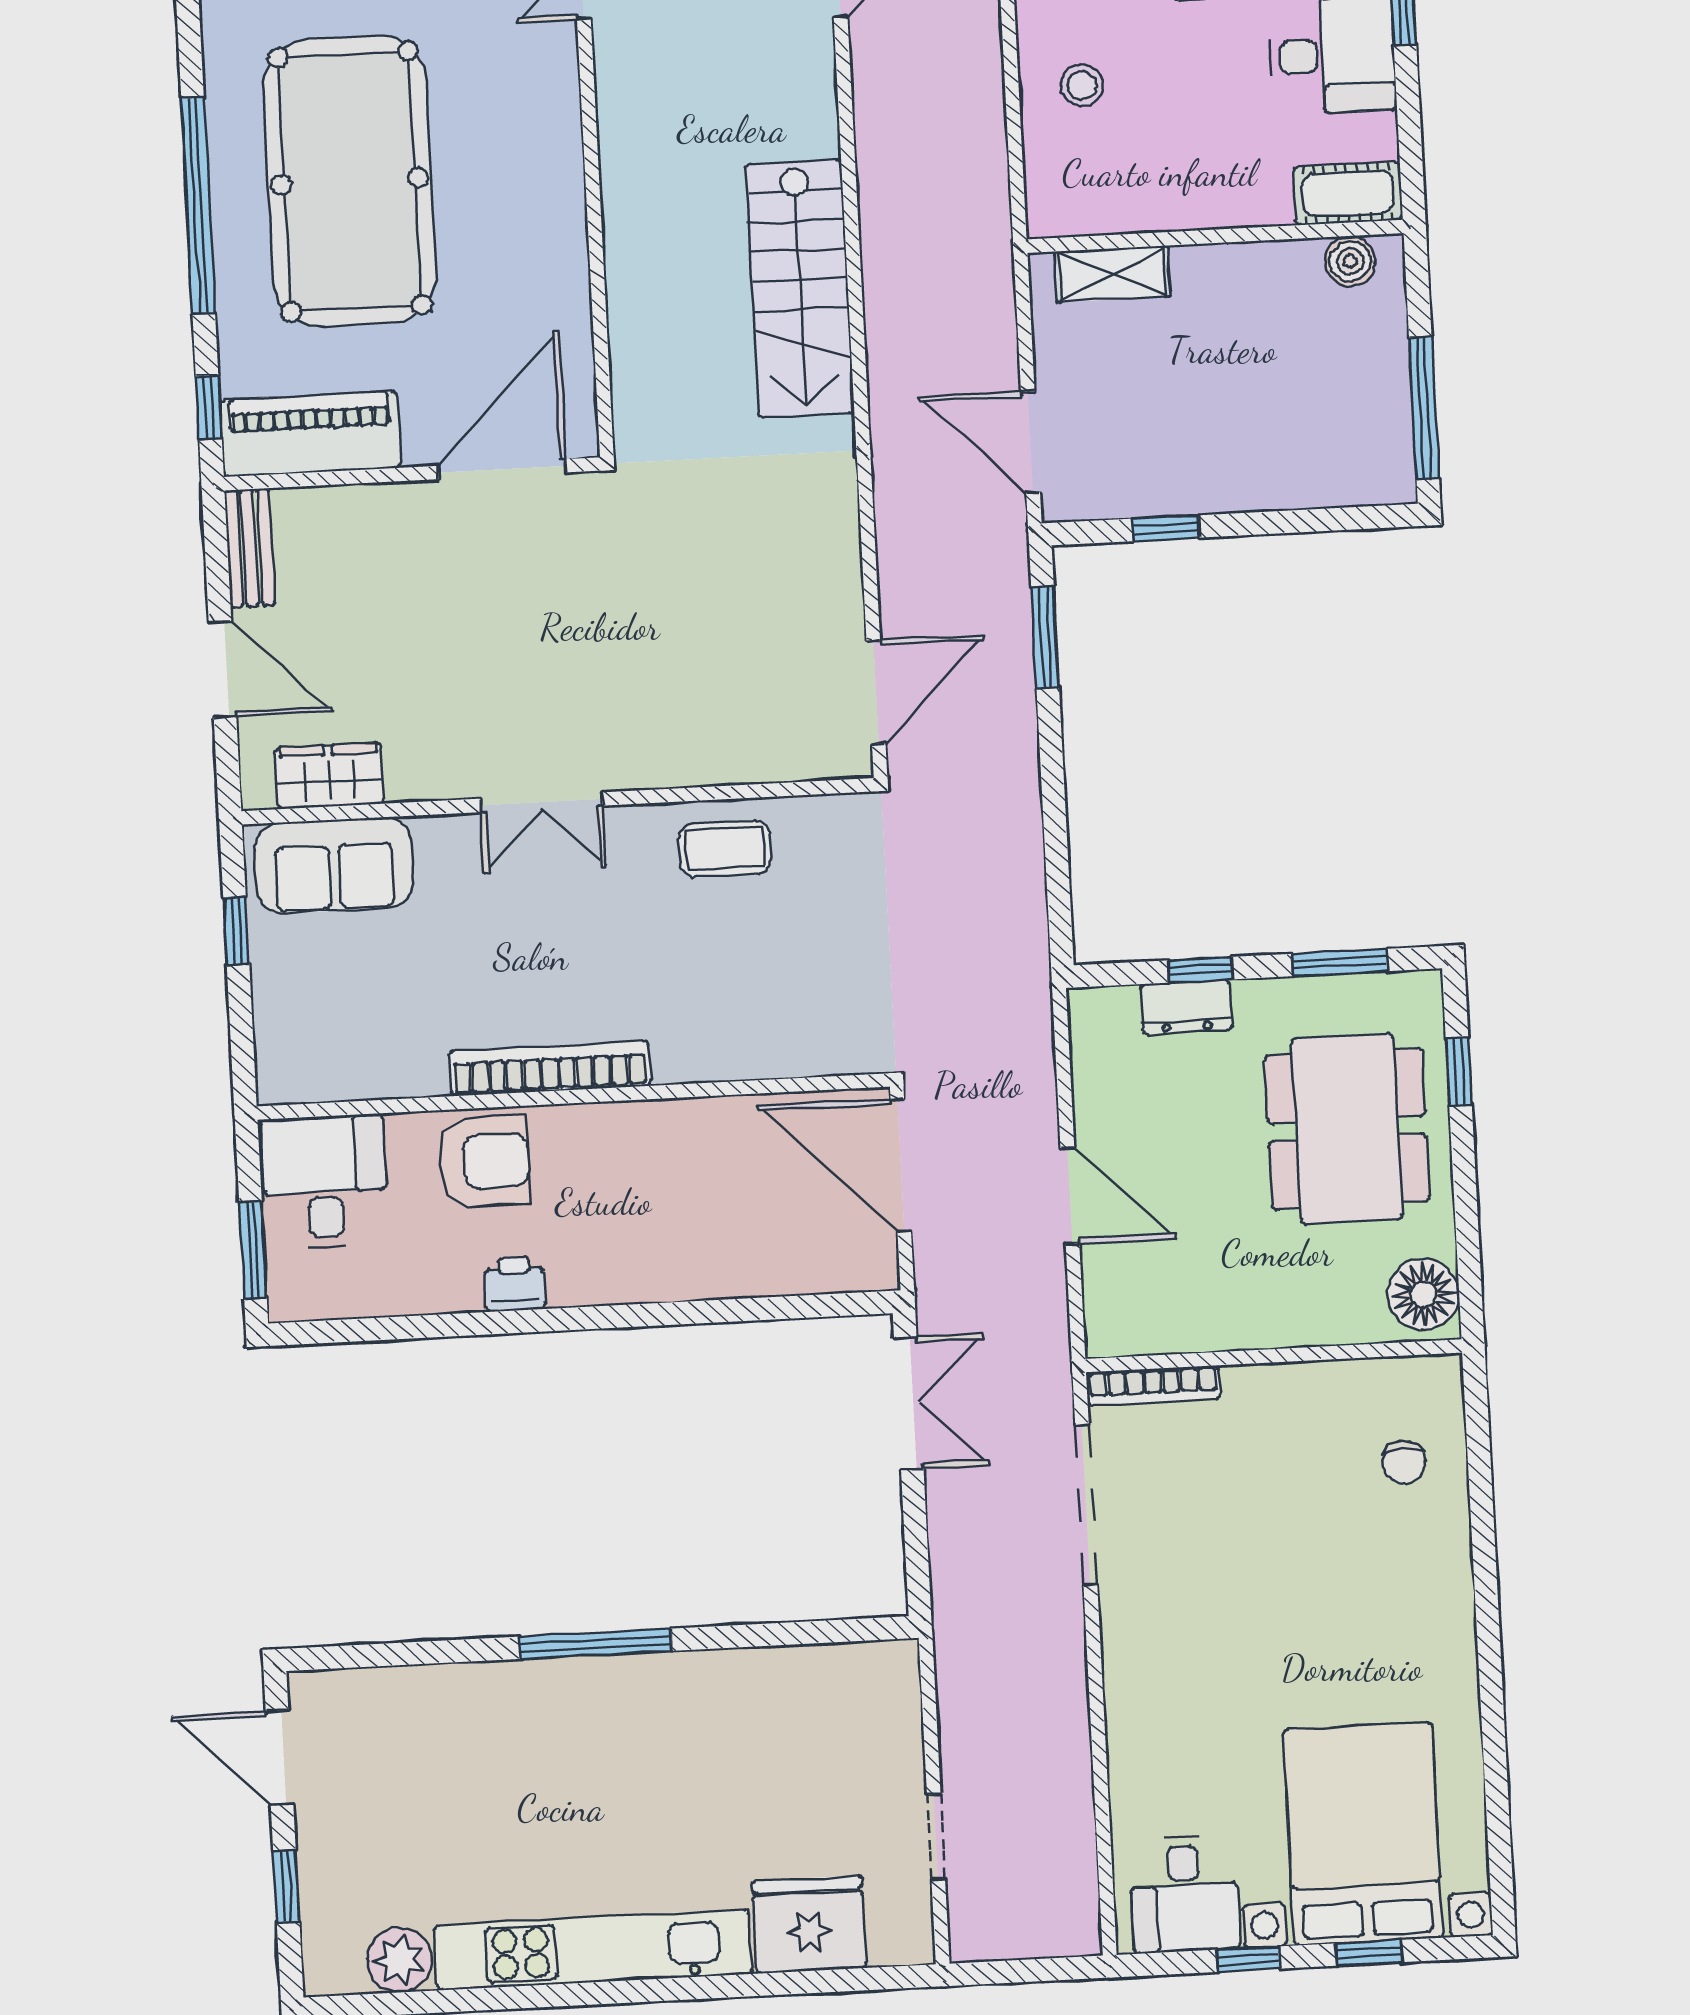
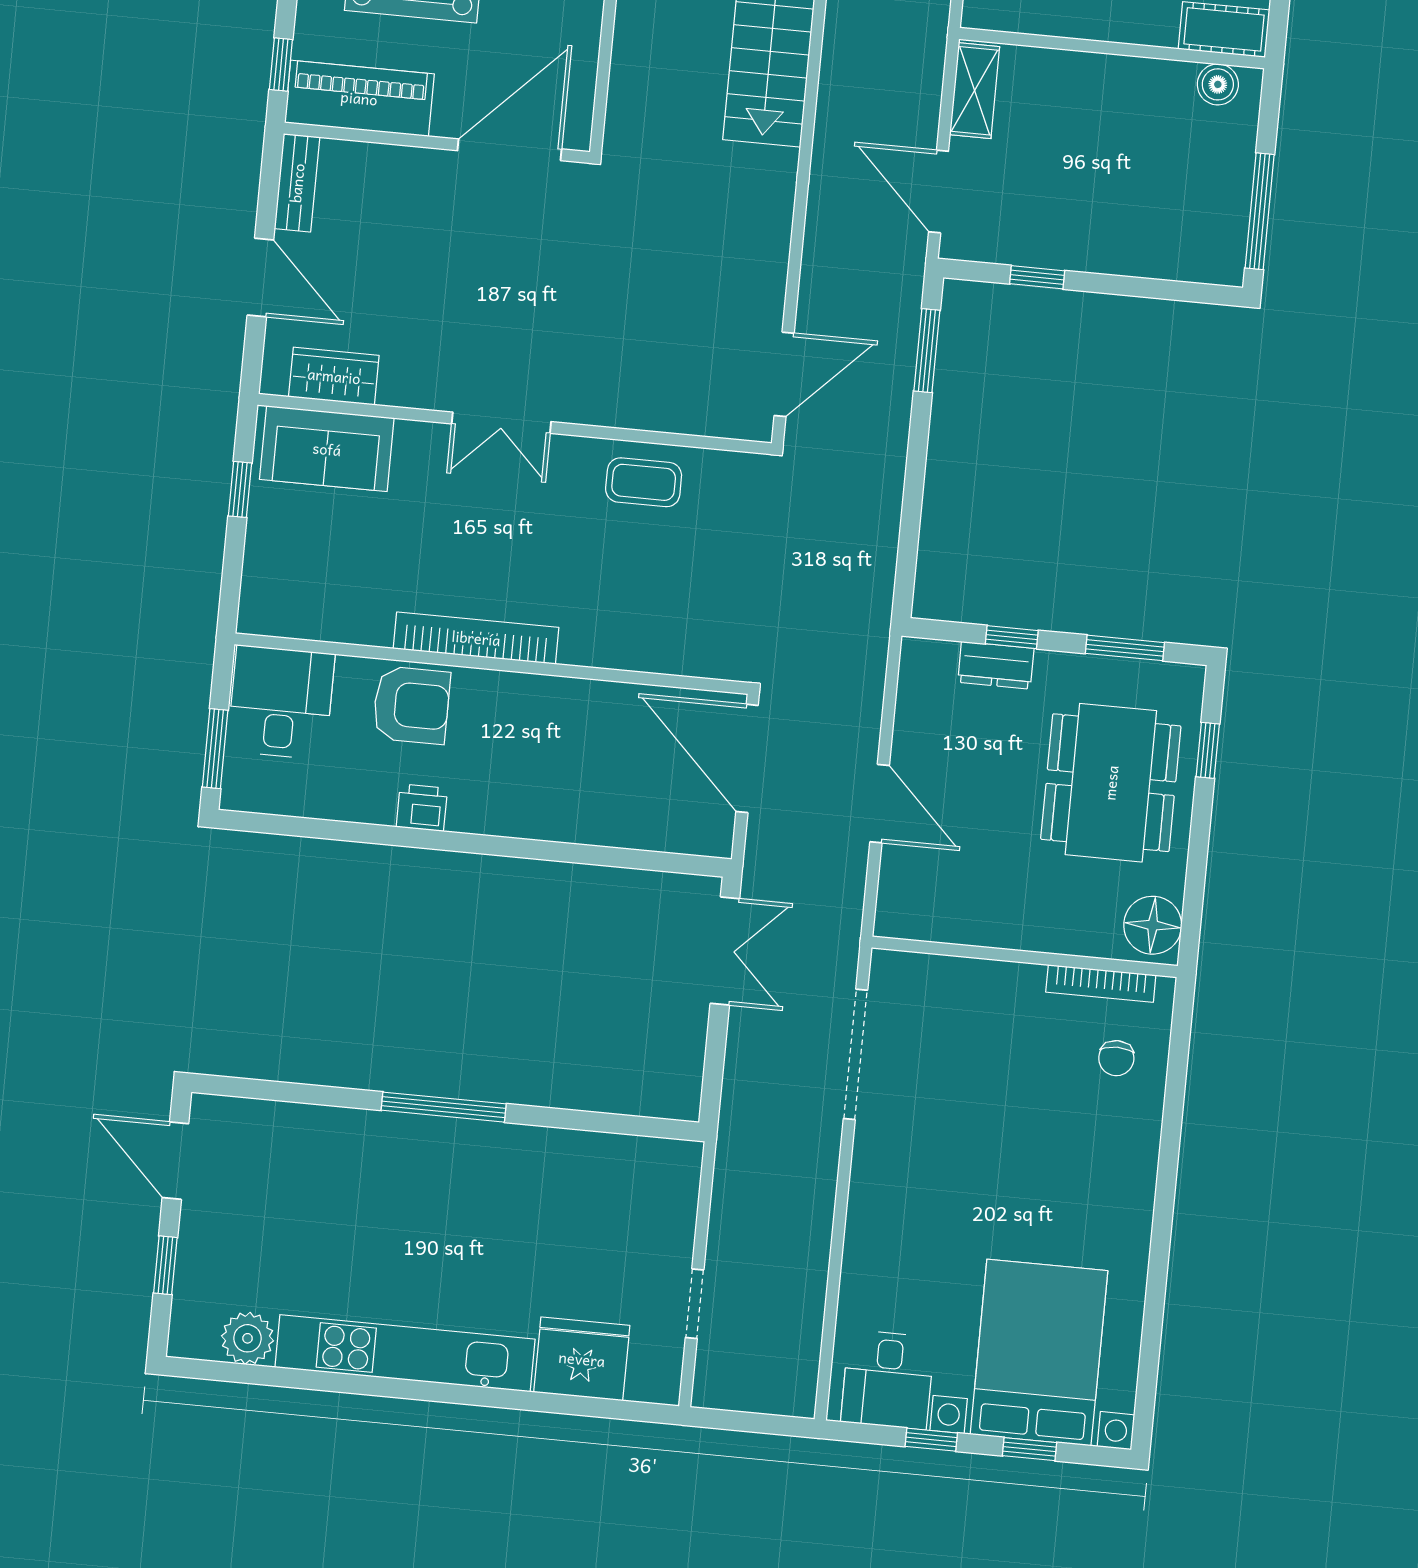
shelving: (1112, 274) -> (975, 91), moved, turned 90
bookcase: (1153, 1386) -> (1101, 984), moved

